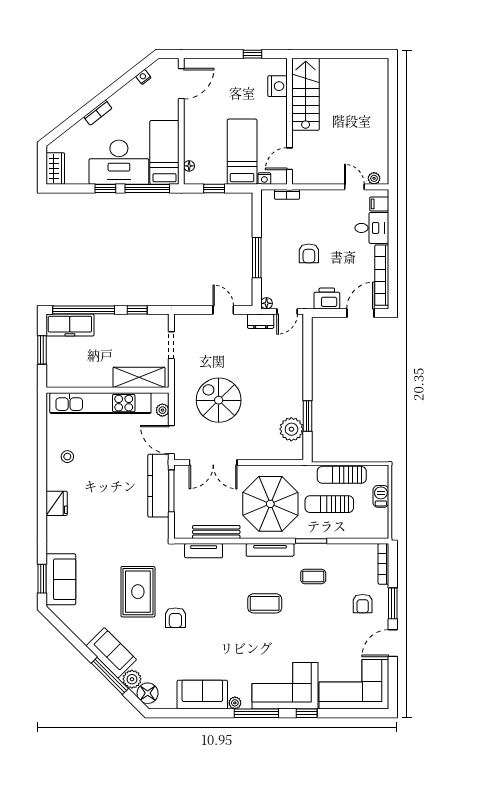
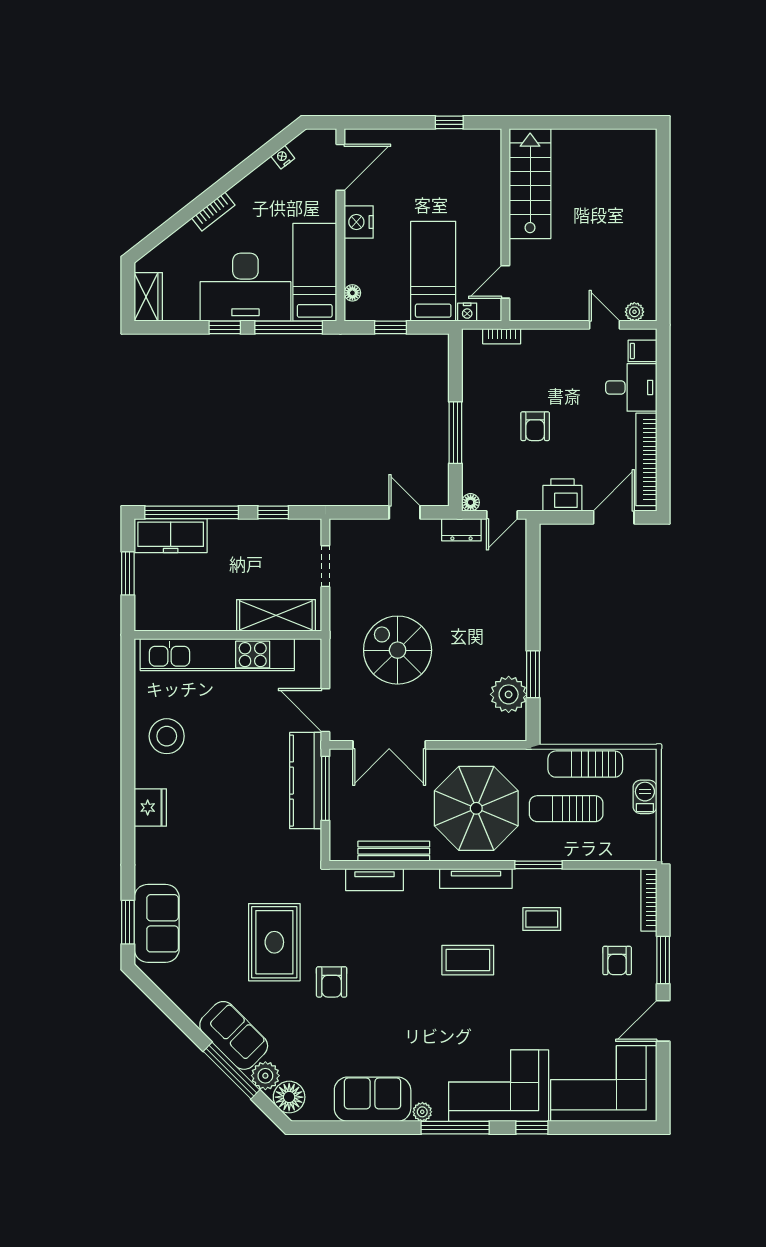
nightstand: (277, 86) -> (359, 222), moved, turned 180
plant: (162, 410) -> (312, 665), removed
stool: (67, 457) -> (167, 736), width x1.89, depth x1.89

